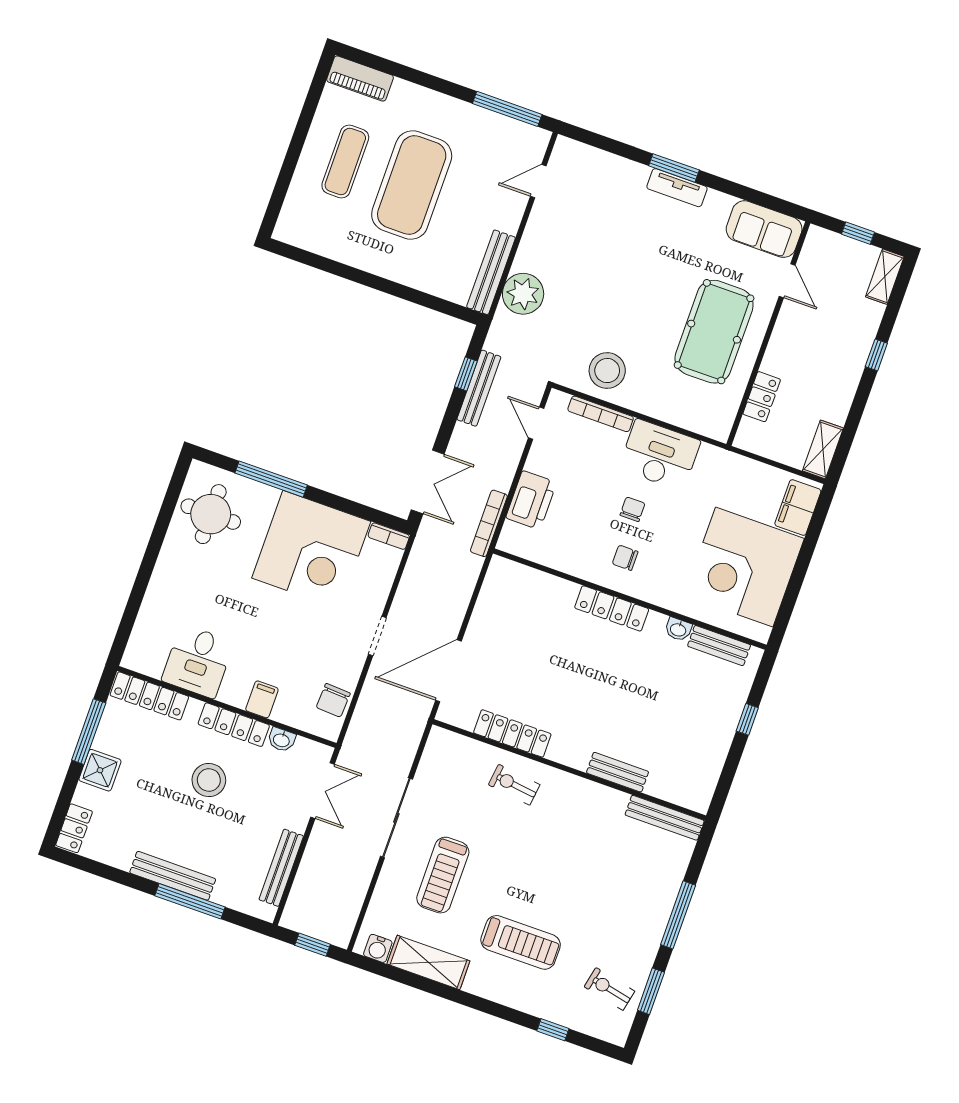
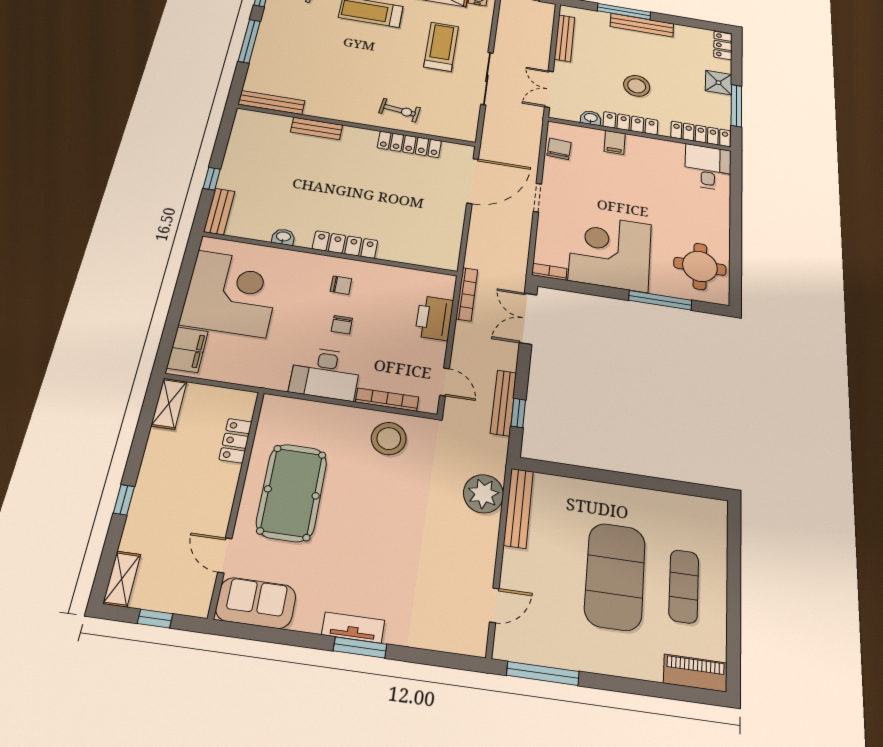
bench: (719, 646) -> (219, 211), moved, turned 90
desk: (198, 661) -> (708, 167), moved

